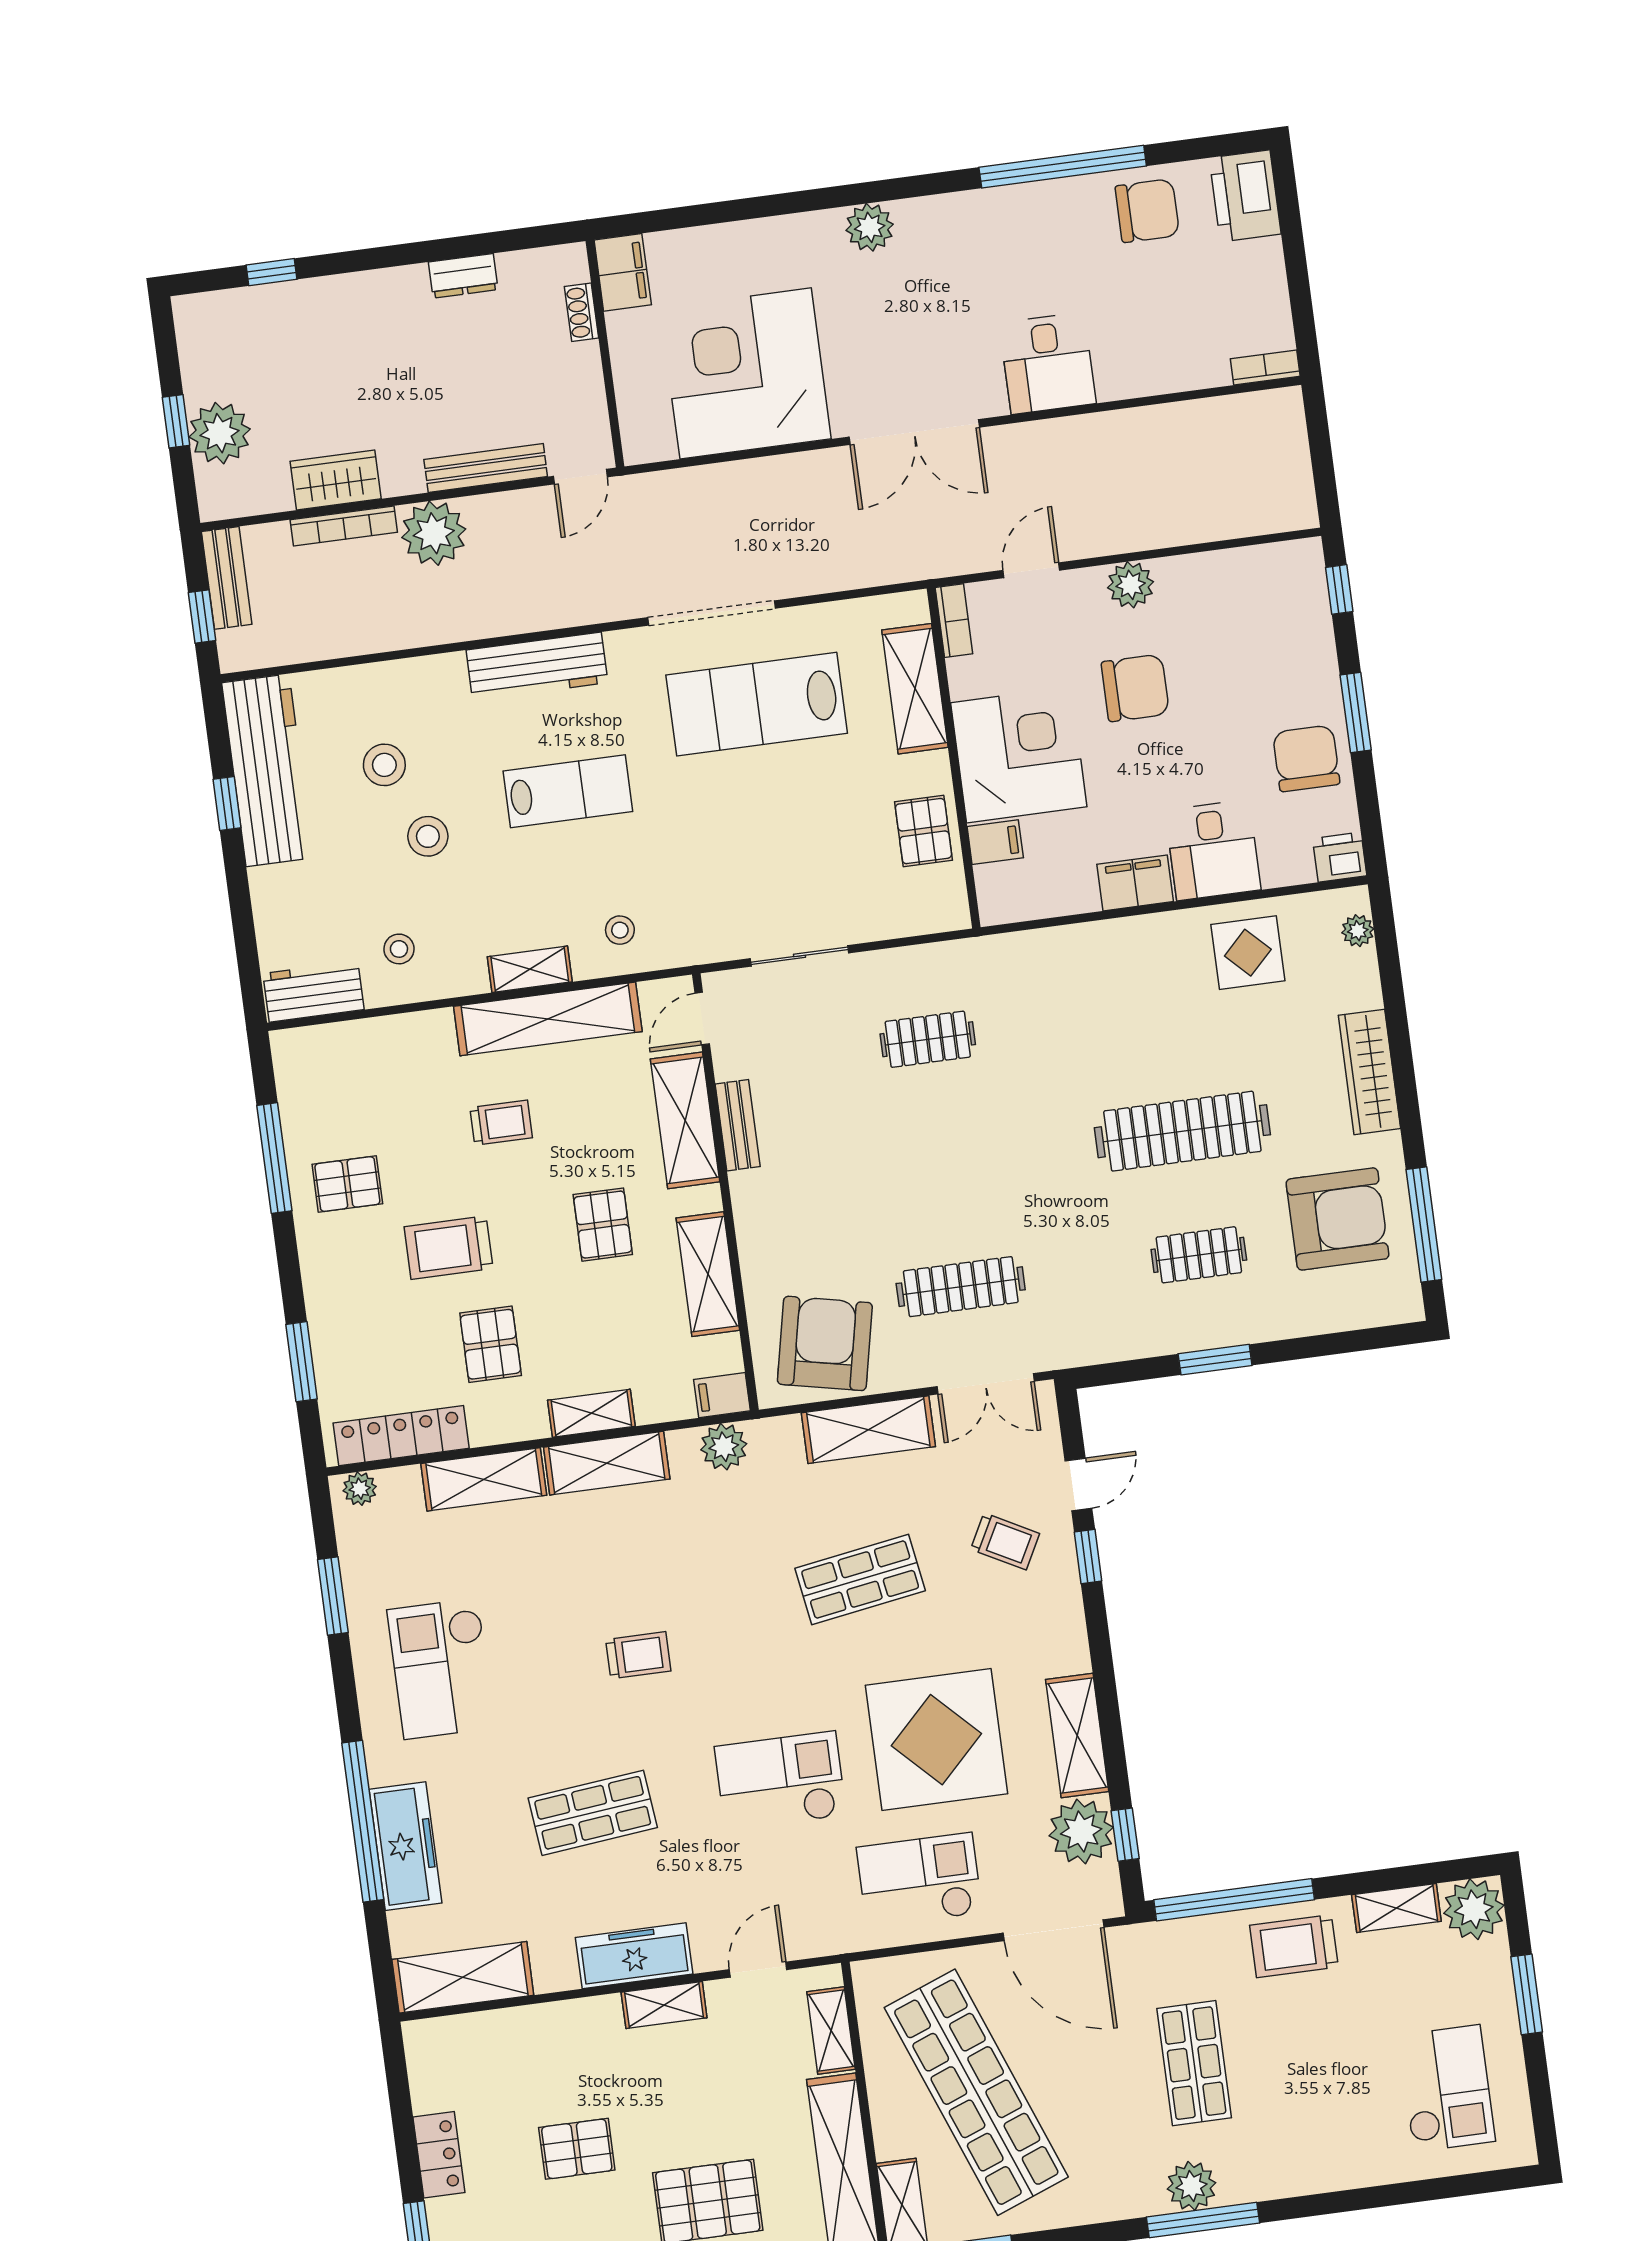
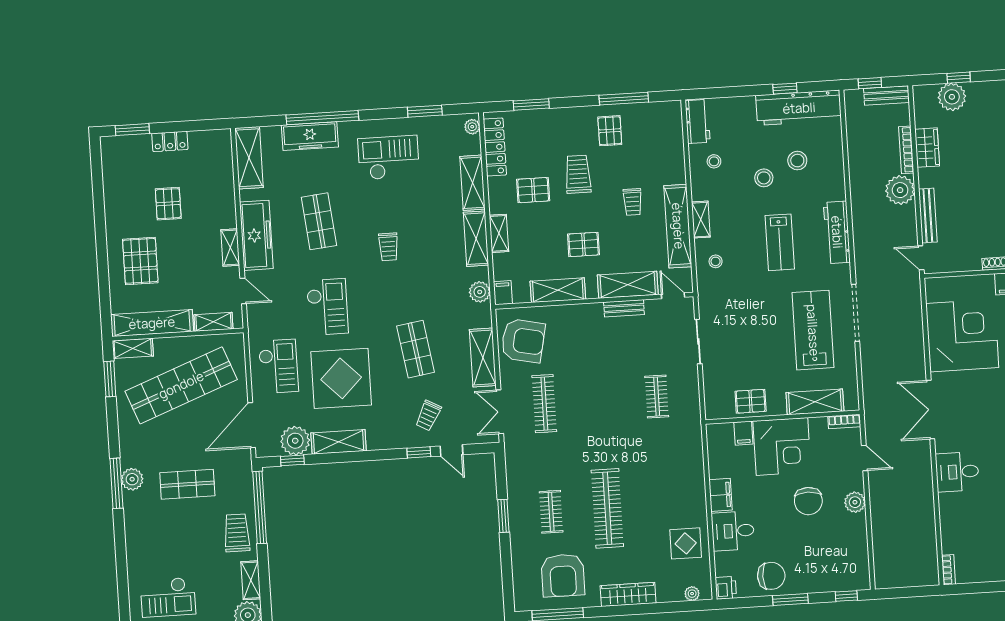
freezer: (634, 1956) -> (256, 235), width x1.36, depth x1.26

